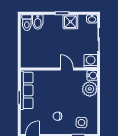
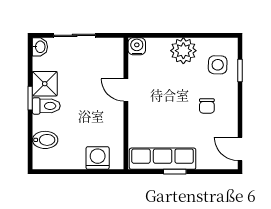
toilet: (27, 23) -> (46, 106), moved
washing machine: (91, 61) -> (98, 158), moved, turned 90
door: (67, 69) -> (126, 90), hinge flipped
plant: (90, 89) -> (183, 51), moved

